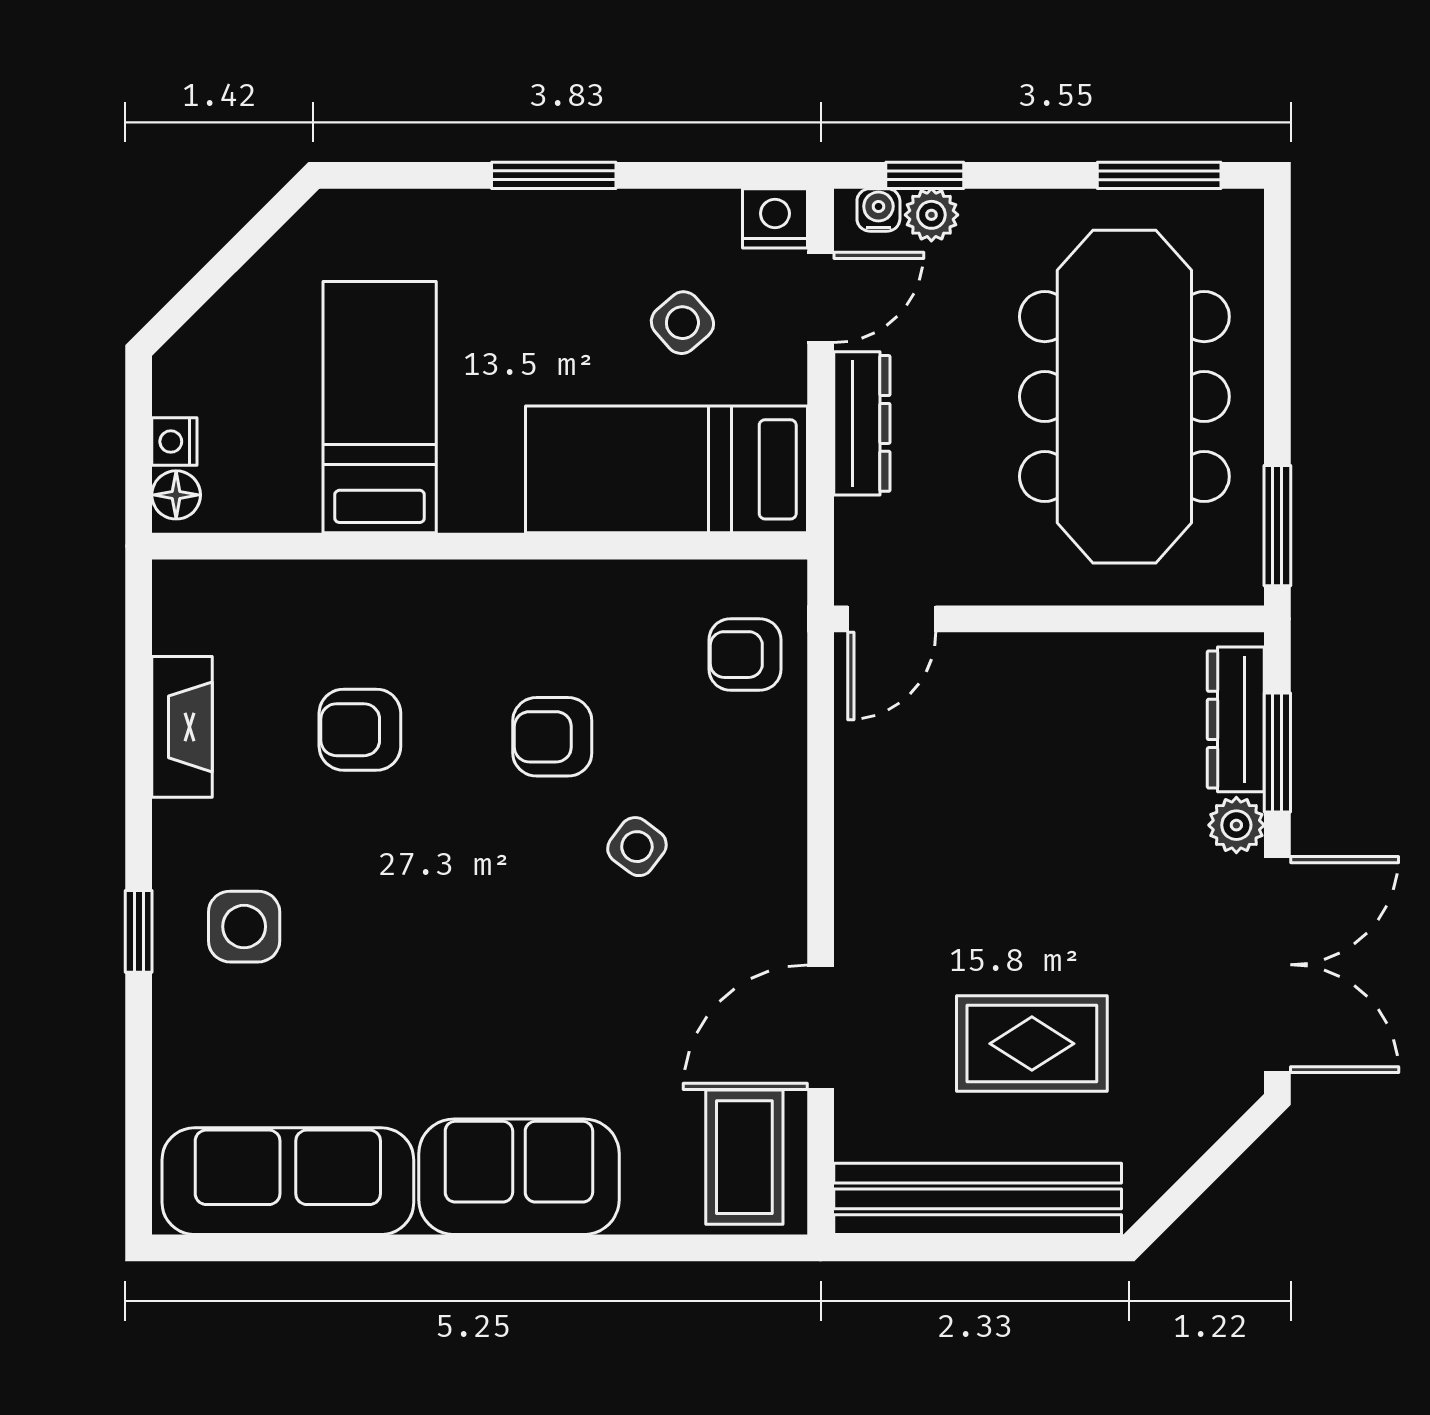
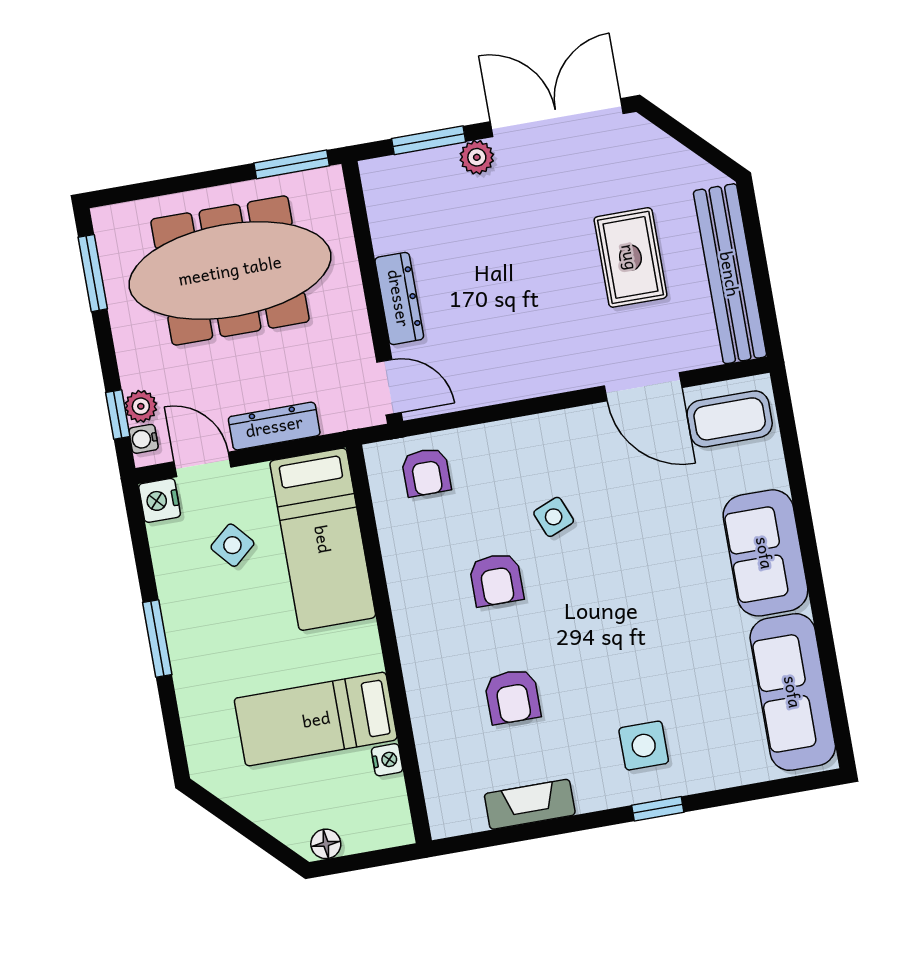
nightstand: (174, 442) -> (387, 760), moved, turned -90
floor lamp: (176, 495) -> (326, 844), moved
dresser: (1236, 719) -> (399, 298), moved, turned -90
side table: (637, 847) -> (554, 517), turned 31

